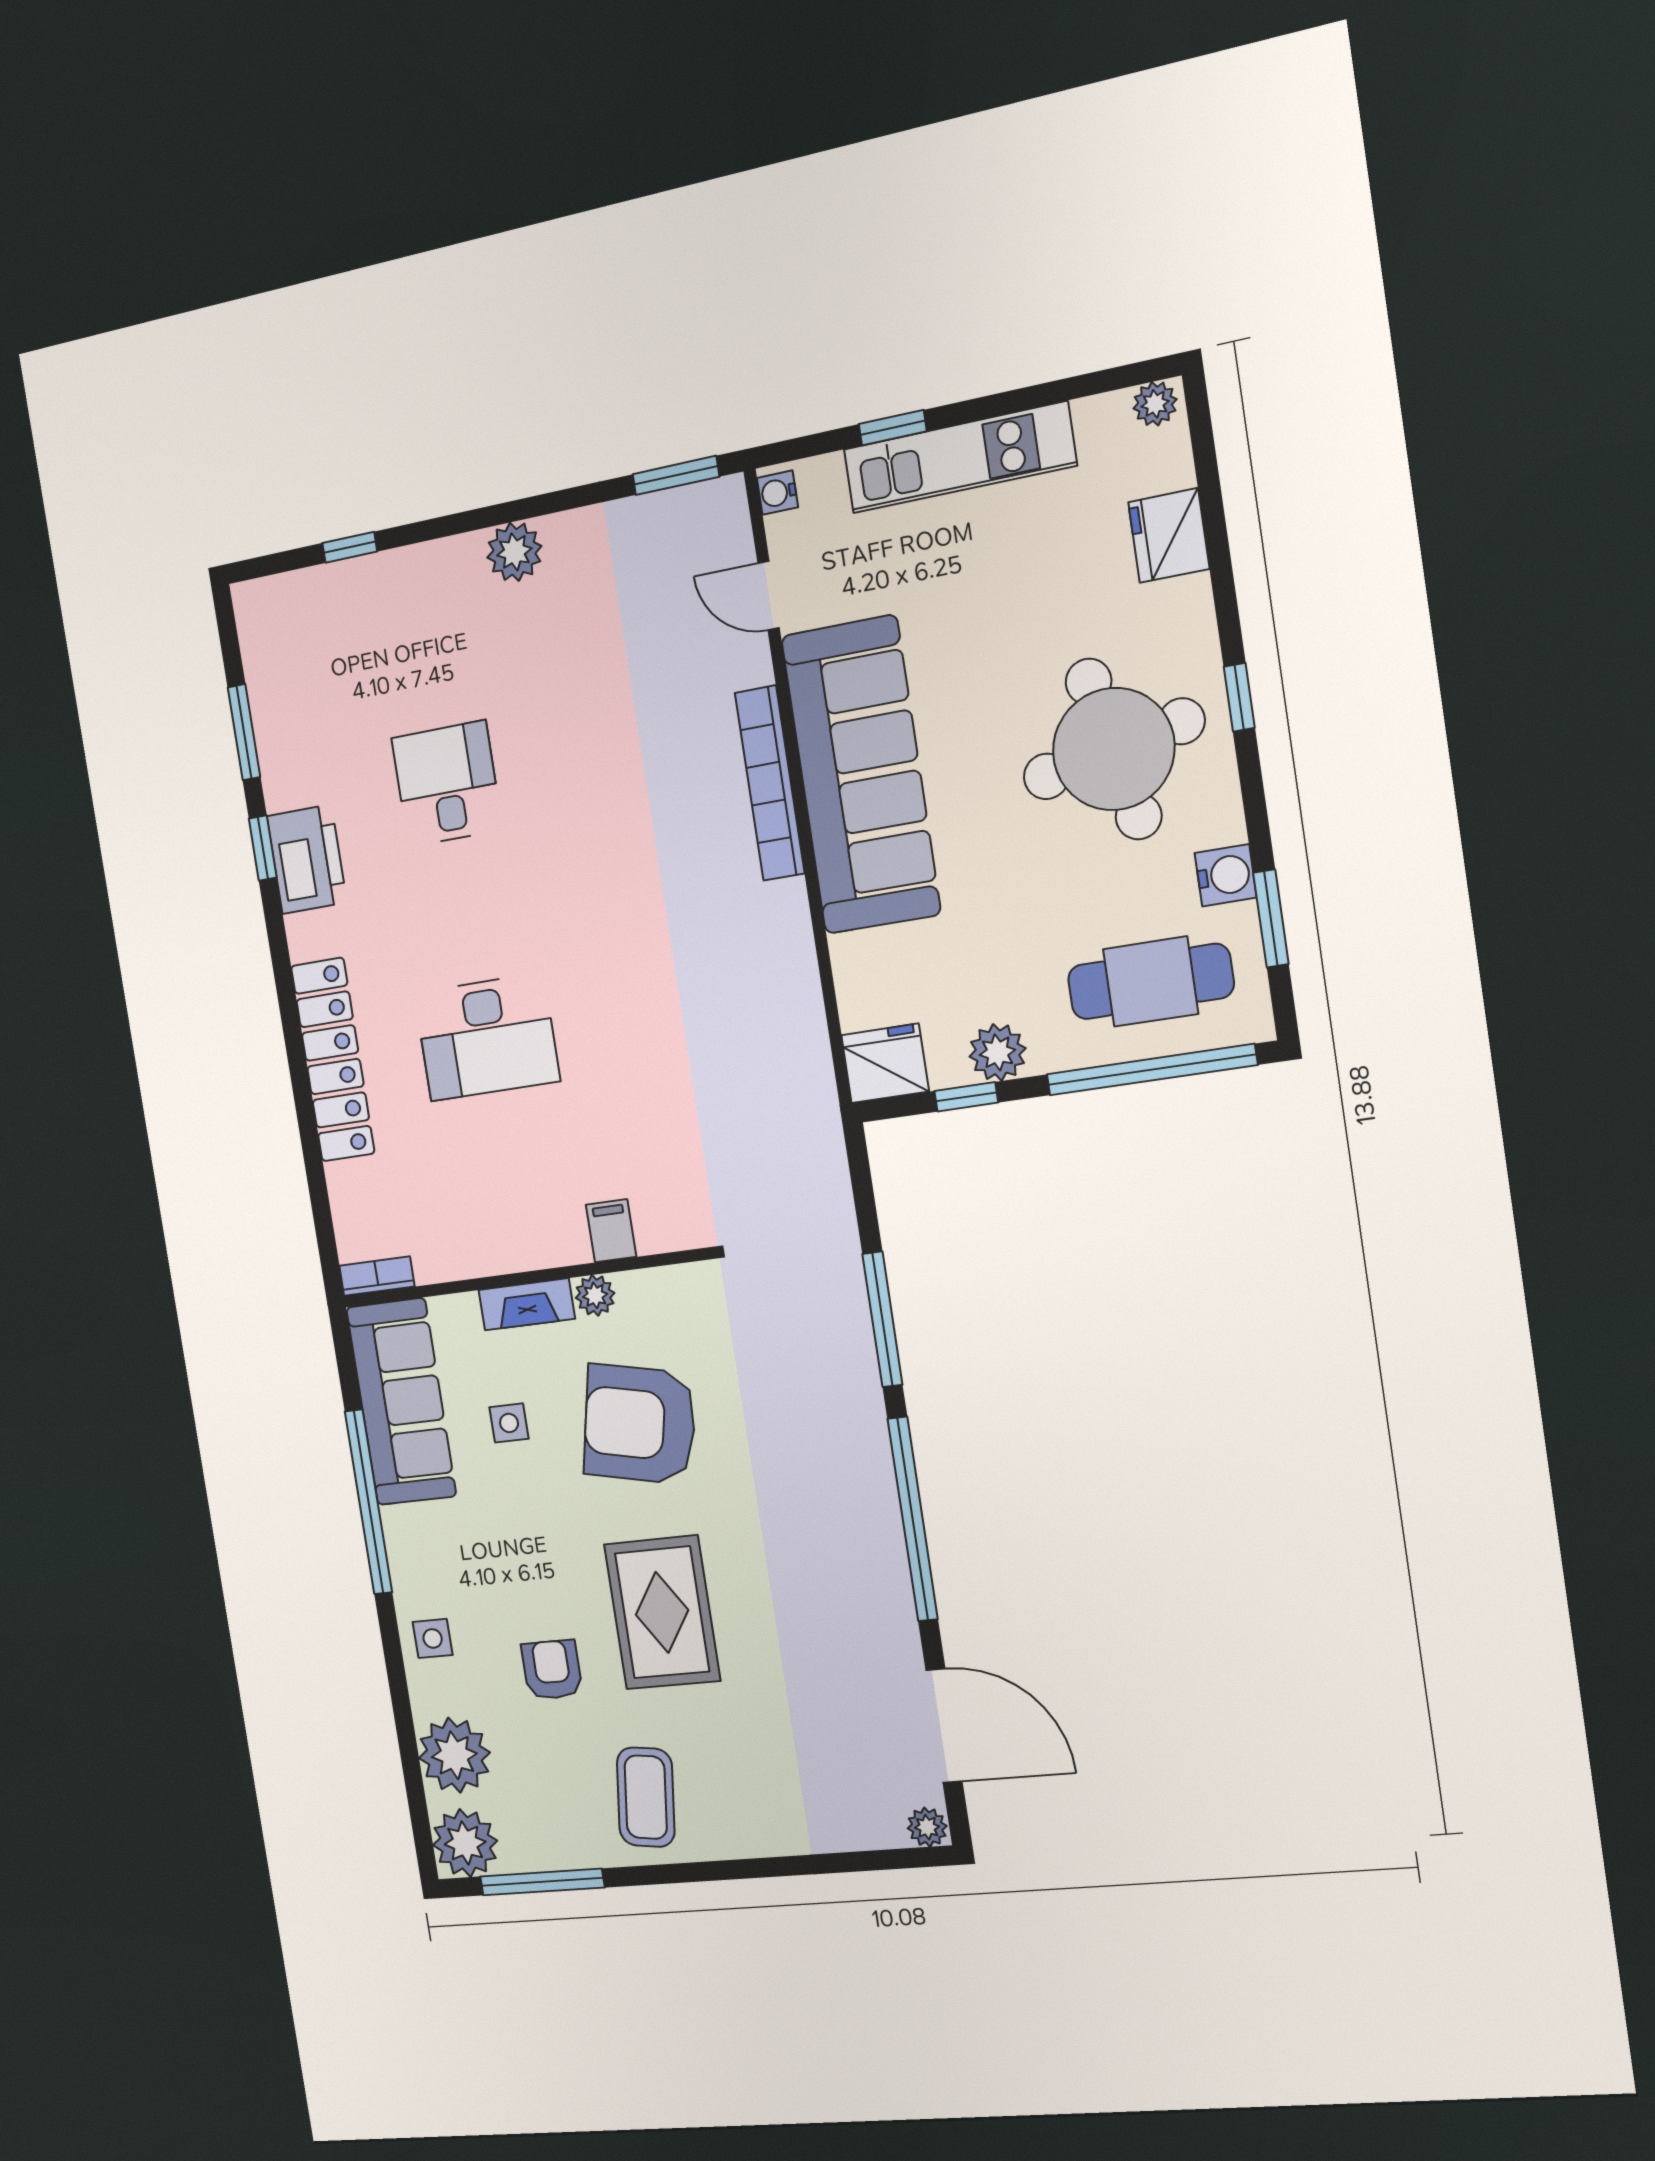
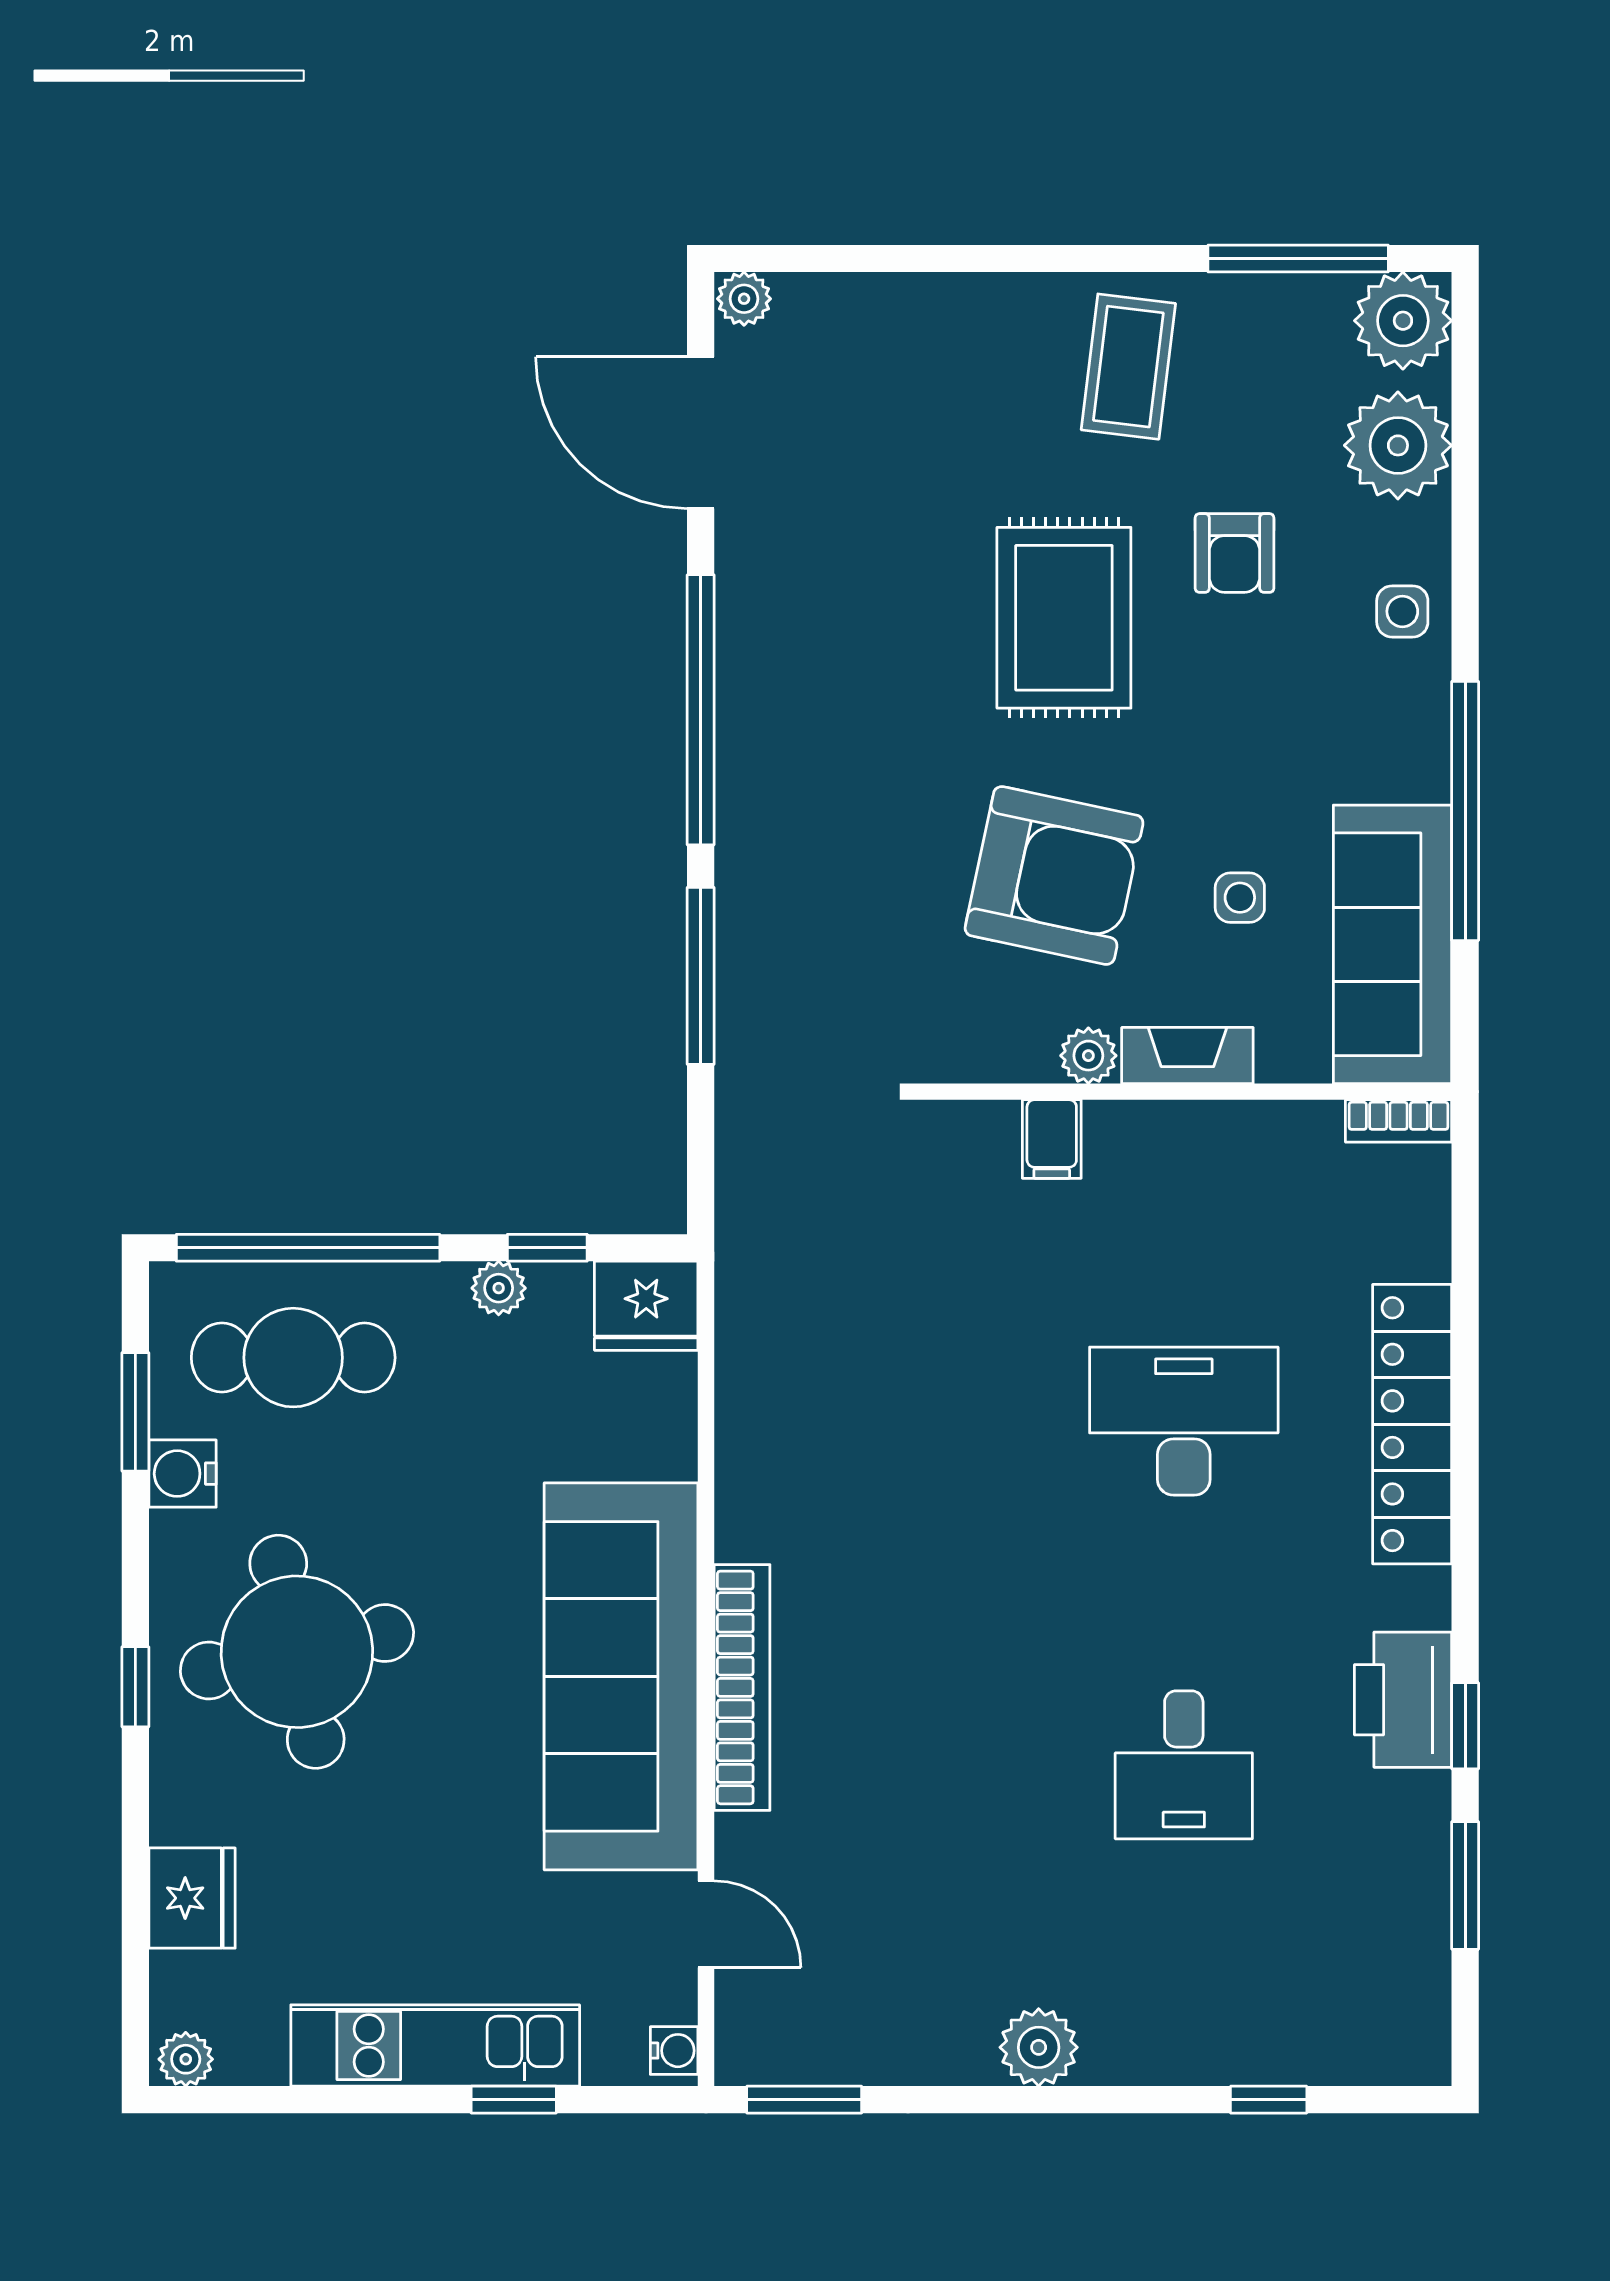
plant: (997, 1052) -> (499, 1288), width x0.73, depth x0.73

